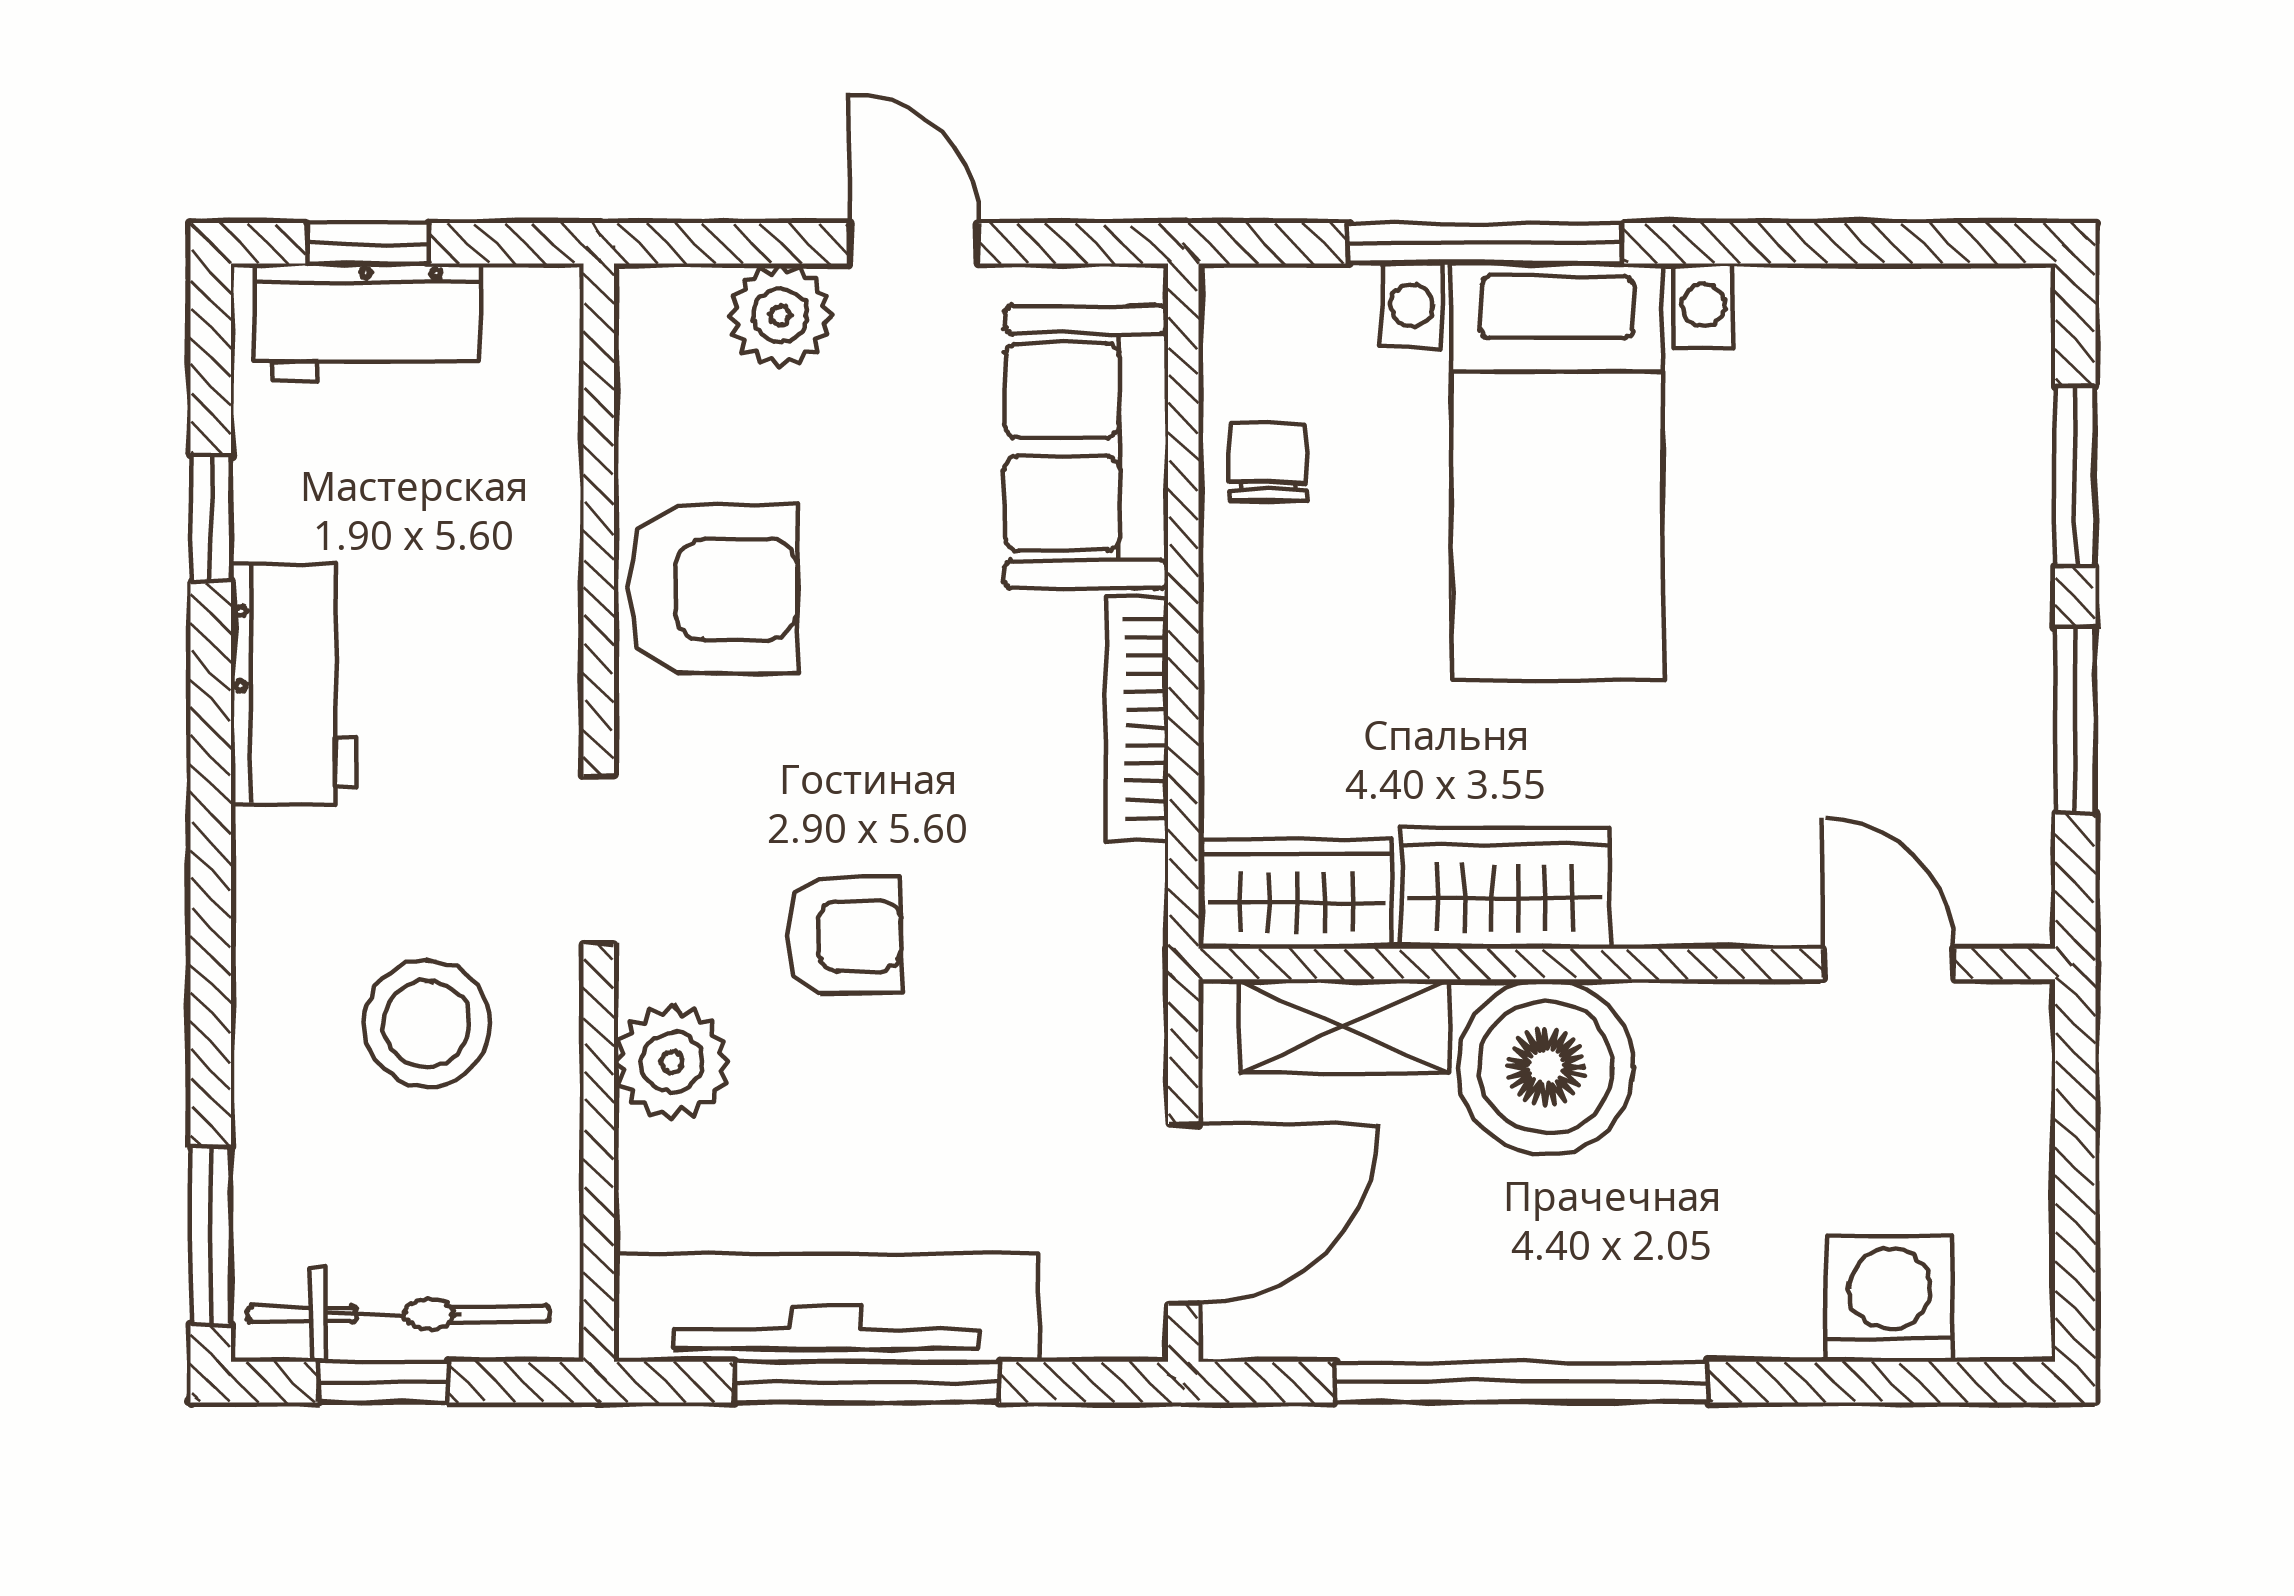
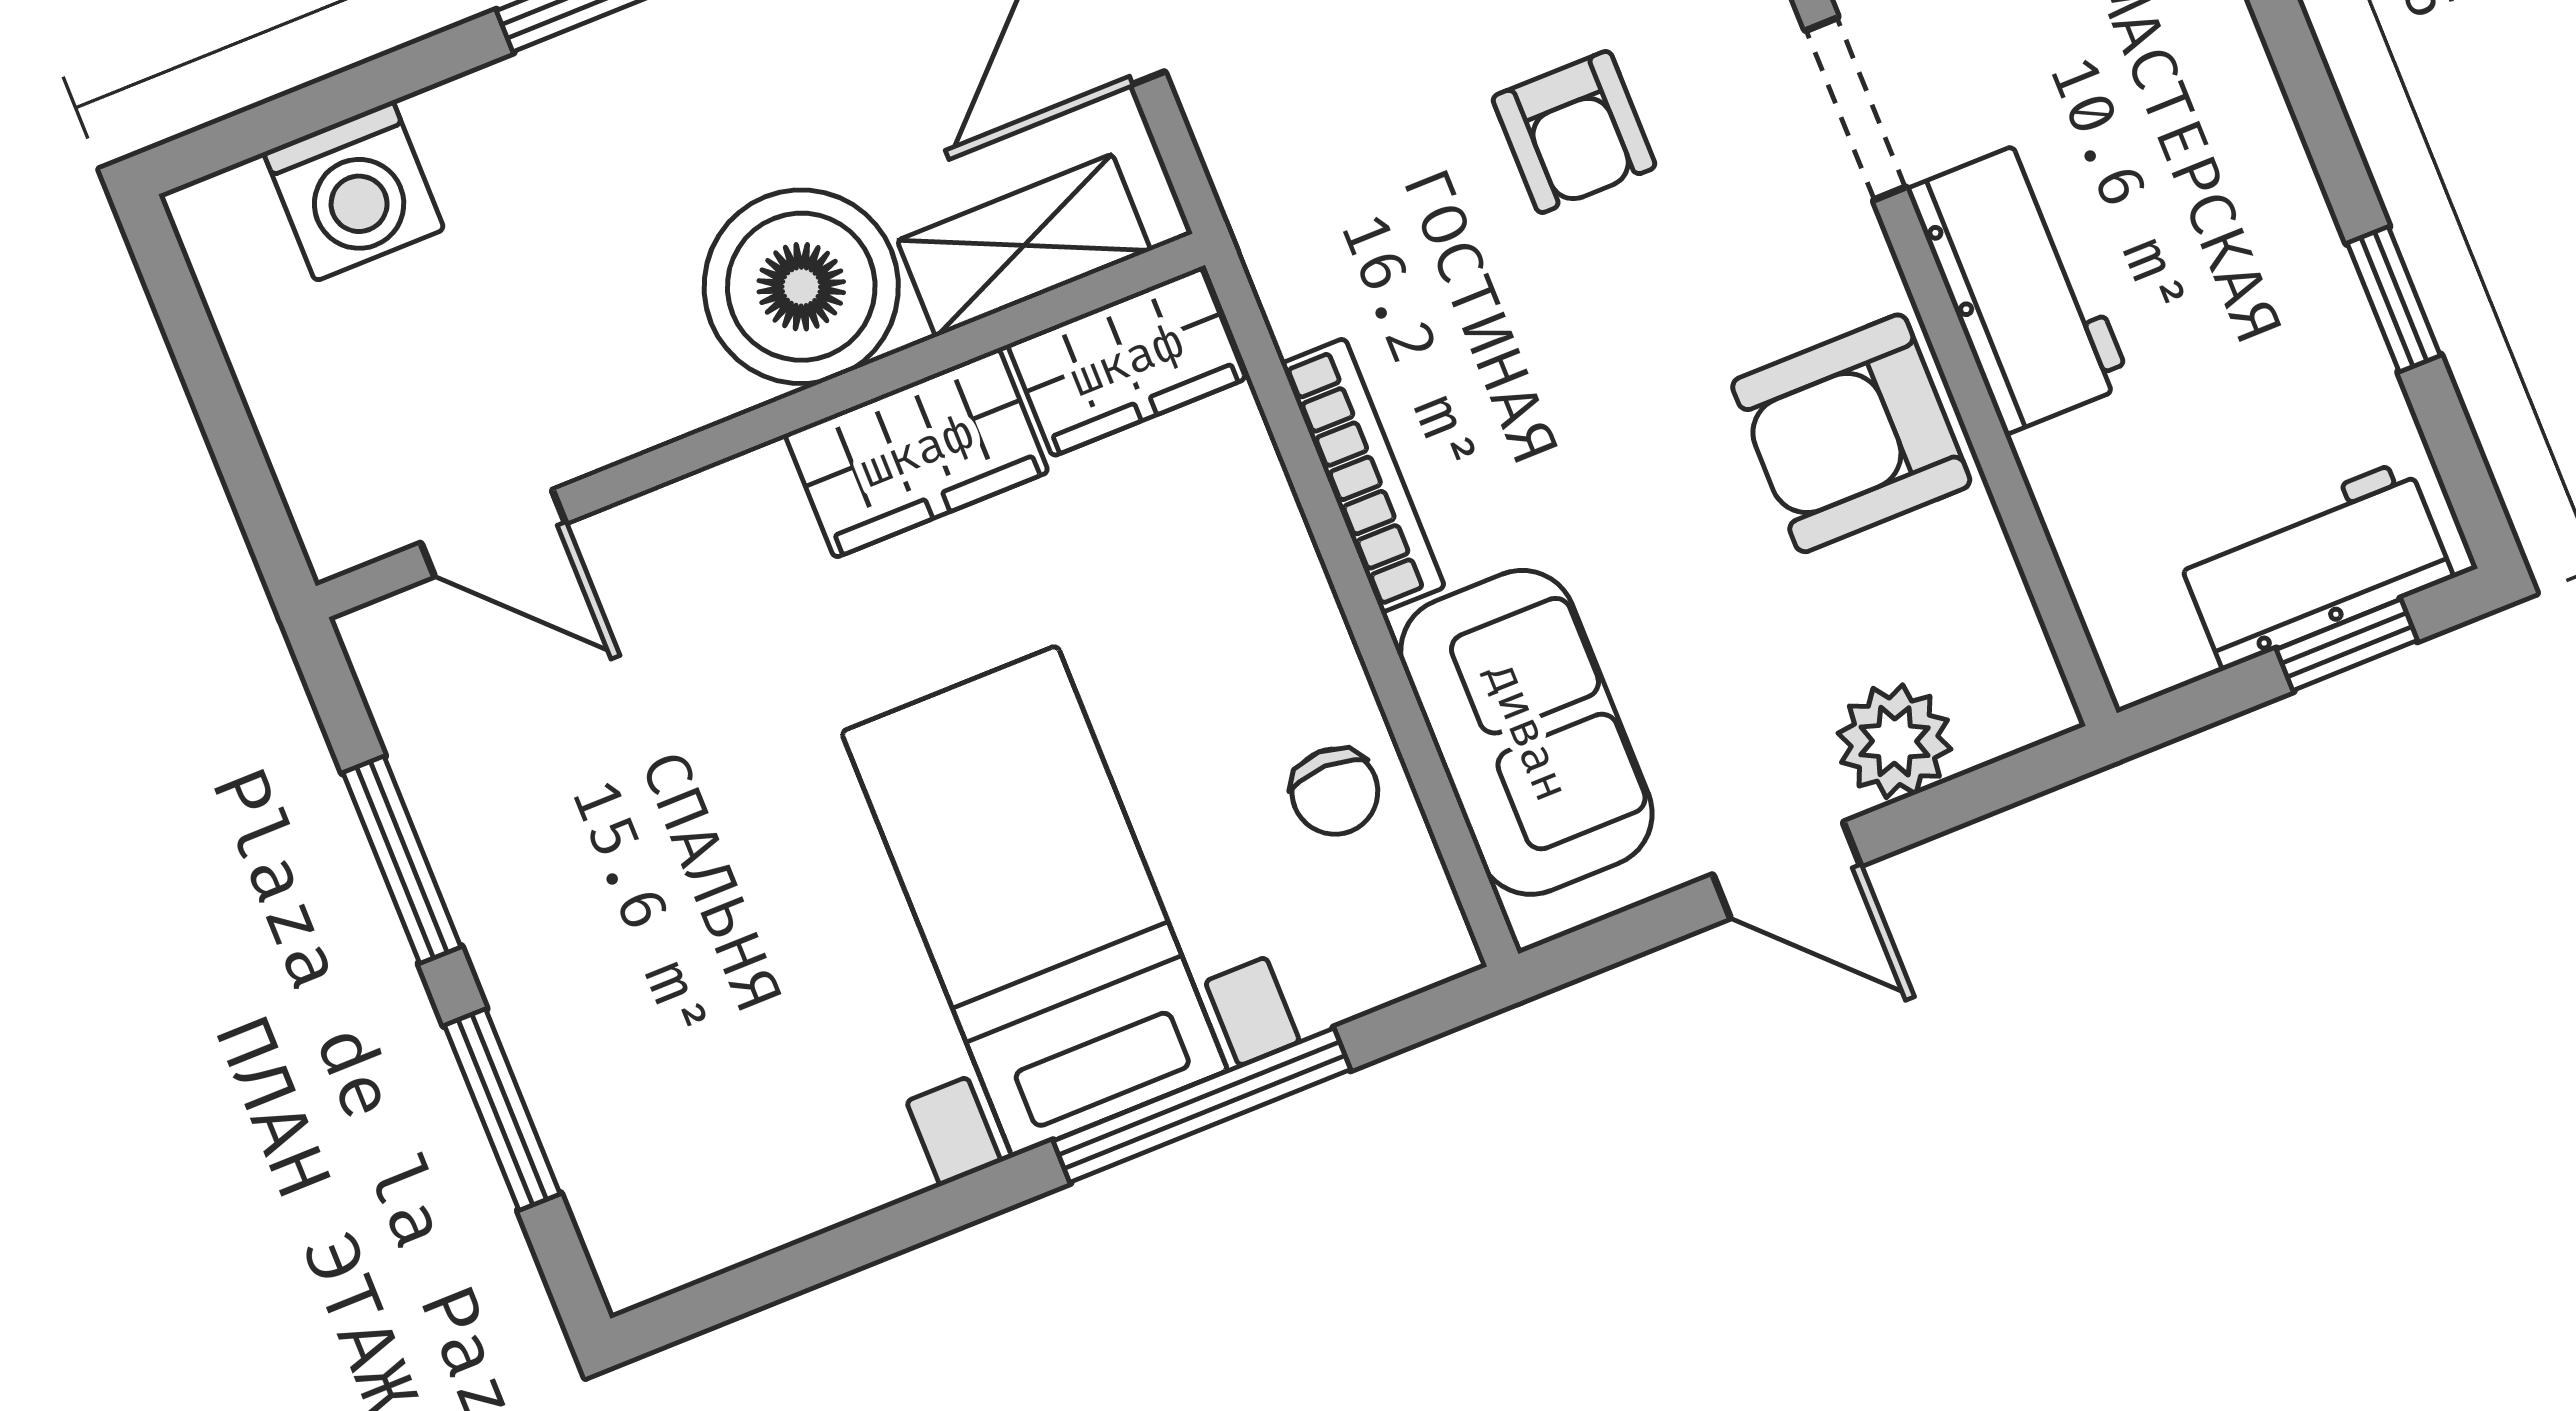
workbench: (293, 684) -> (2019, 287), moved, turned 180
armchair: (844, 936) -> (1574, 132), turned -90

